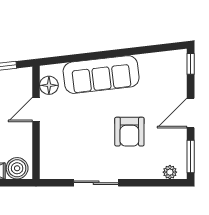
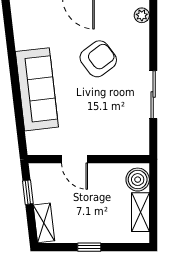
floor lamp: (49, 85) -> (48, 145), removed
armchair: (129, 132) -> (98, 59), turned -37

